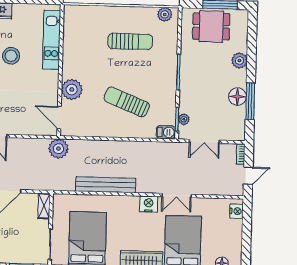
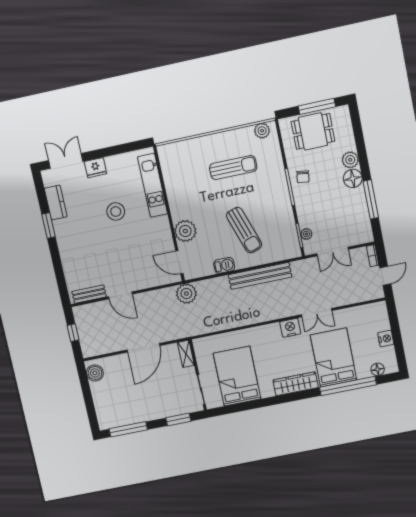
chair: (193, 66) -> (303, 177), added
floor lamp: (237, 97) -> (353, 178), moved
sun lounger: (127, 102) -> (244, 230), turned -131
barbecue: (166, 132) -> (224, 265), moved
bench: (106, 185) -> (260, 276), moved
nightstand: (236, 211) -> (386, 339), moved

